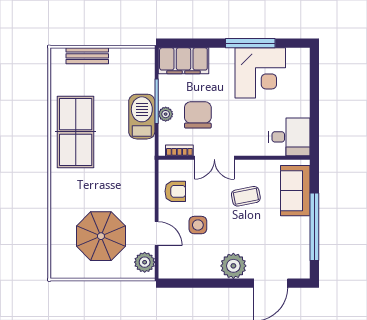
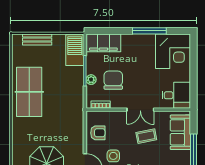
corner desk: (260, 73) -> (173, 51), moved
barbecue: (142, 117) -> (75, 50), moved
double door: (214, 158) -> (140, 110), moved

